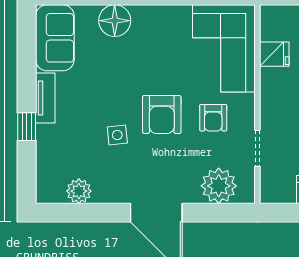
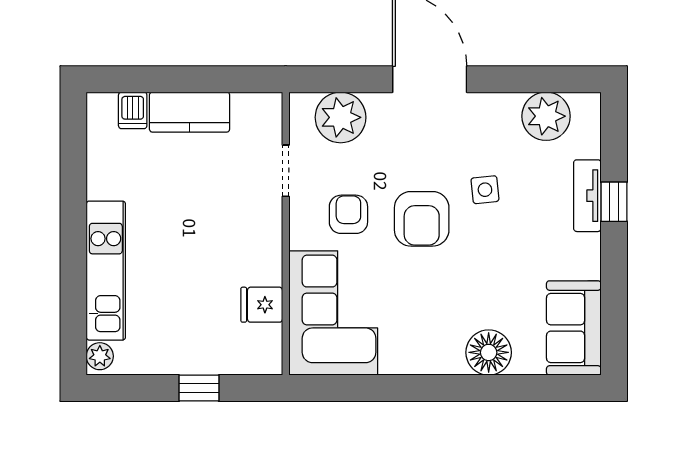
tv unit: (45, 98) -> (587, 196), moved
armchair: (162, 115) -> (422, 219), turned 180
plant: (79, 191) -> (546, 116), width x1.36, depth x1.36

